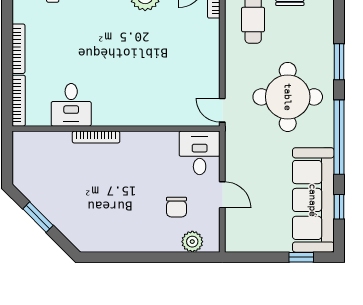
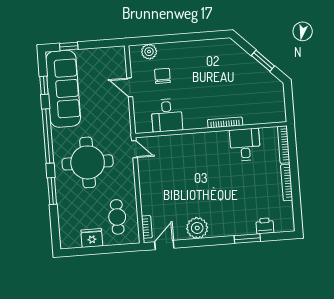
desk: (200, 153) -> (167, 115), moved

